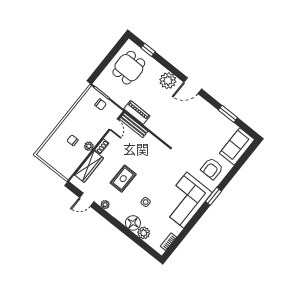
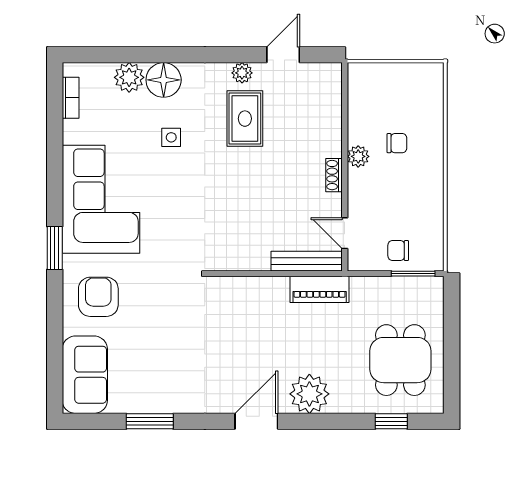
wardrobe: (89, 167) -> (328, 119), removed
rug: (123, 179) -> (245, 119), moved

